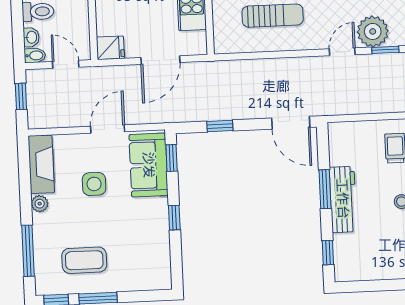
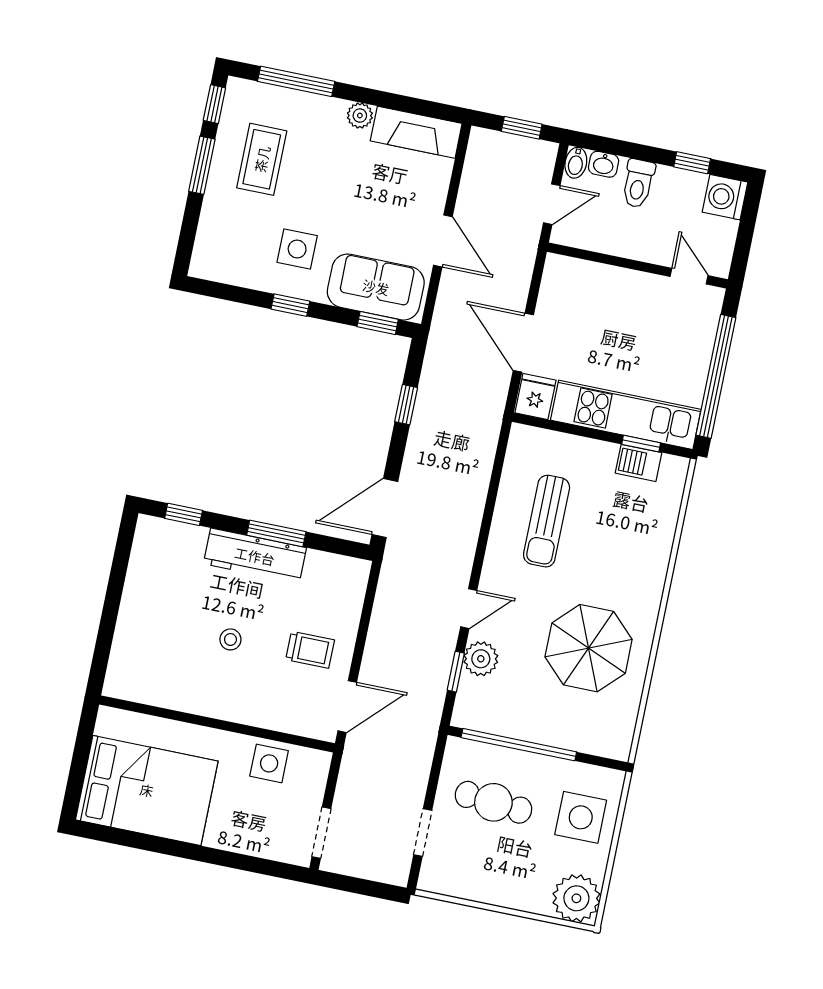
plant: (373, 31) -> (481, 659), width x0.73, depth x0.73
fridge: (110, 48) -> (535, 397), moved, turned 180
door: (342, 52) -> (469, 609), hinge flipped
side table: (94, 184) -> (297, 249), moved

